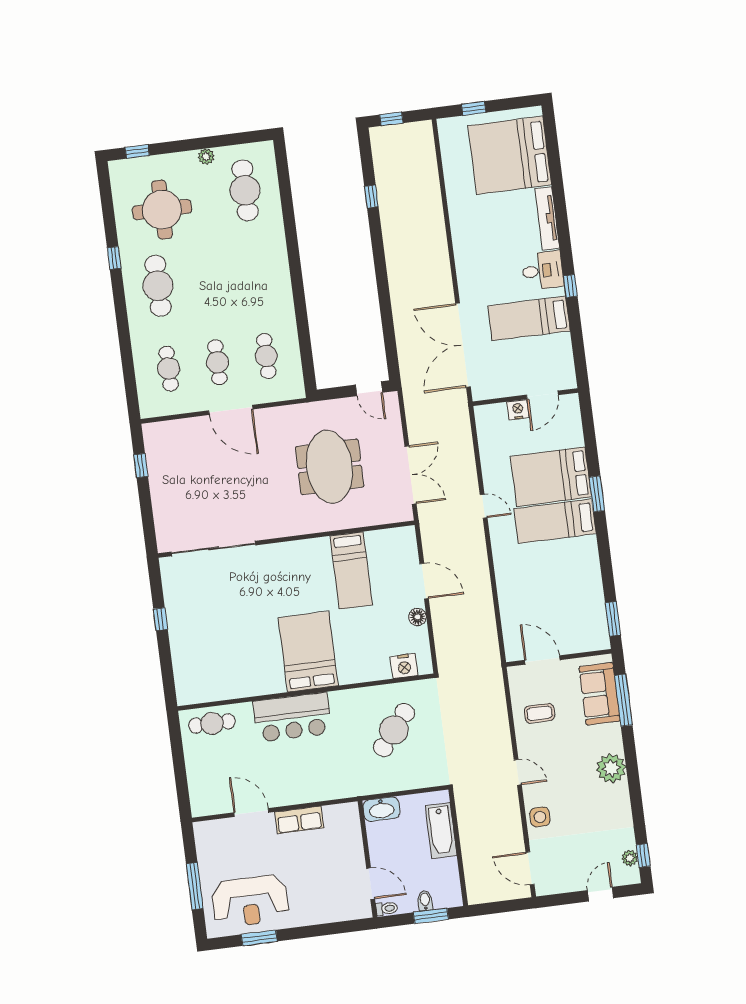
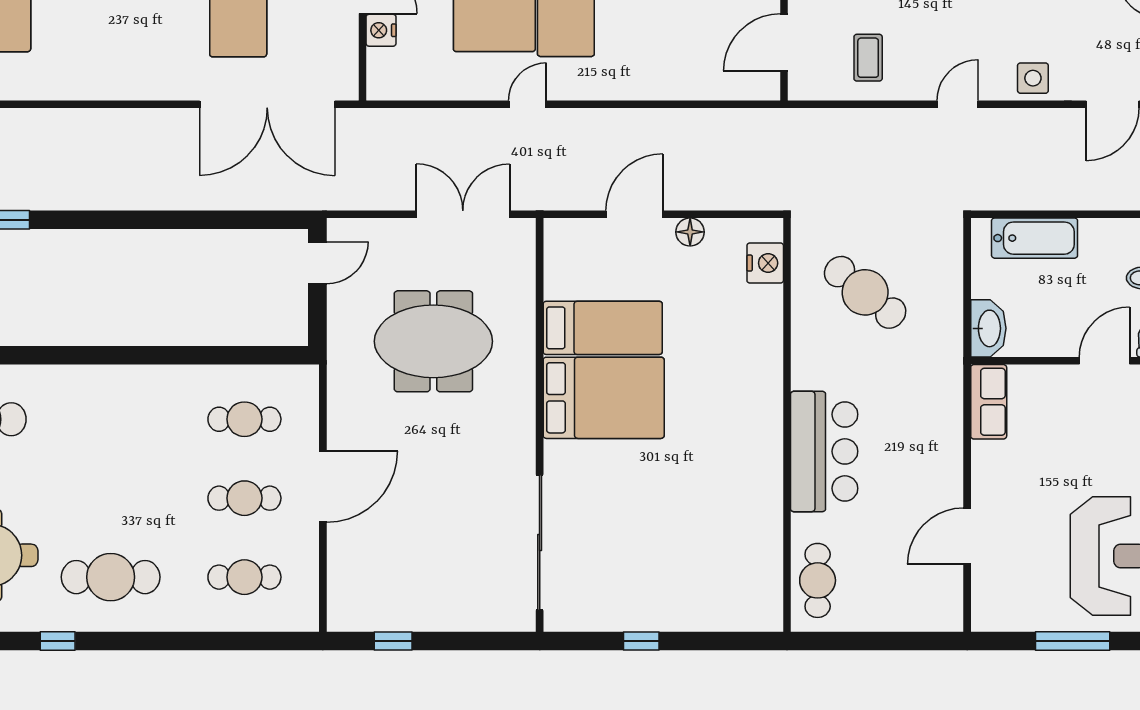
bed: (308, 652) -> (604, 398), moved, turned 180
row of seats: (299, 820) -> (989, 402), moved

